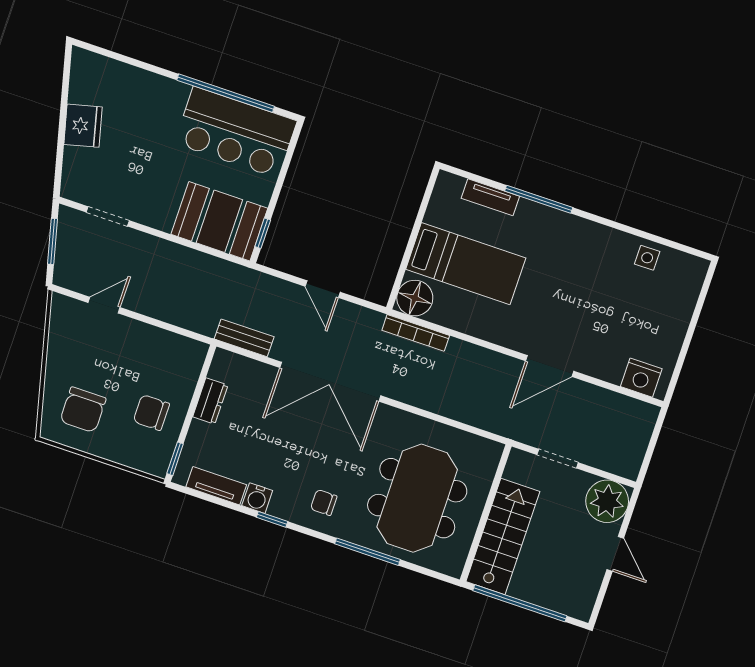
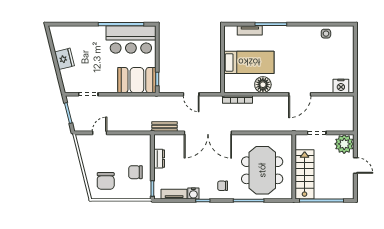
floor lamp: (415, 298) -> (263, 85), moved

